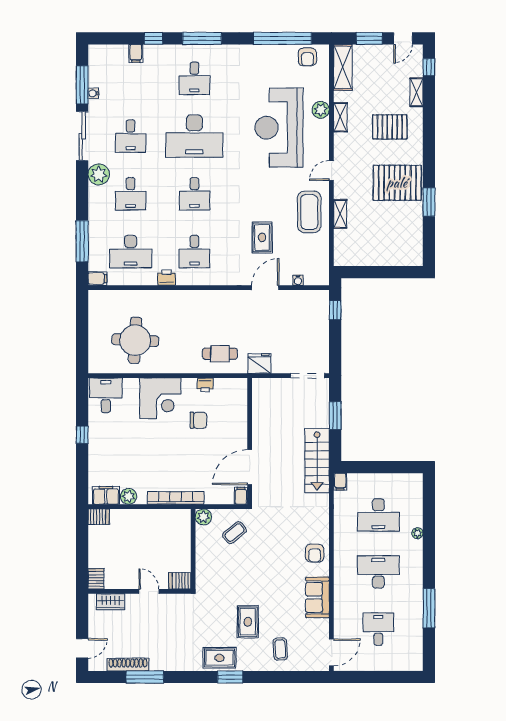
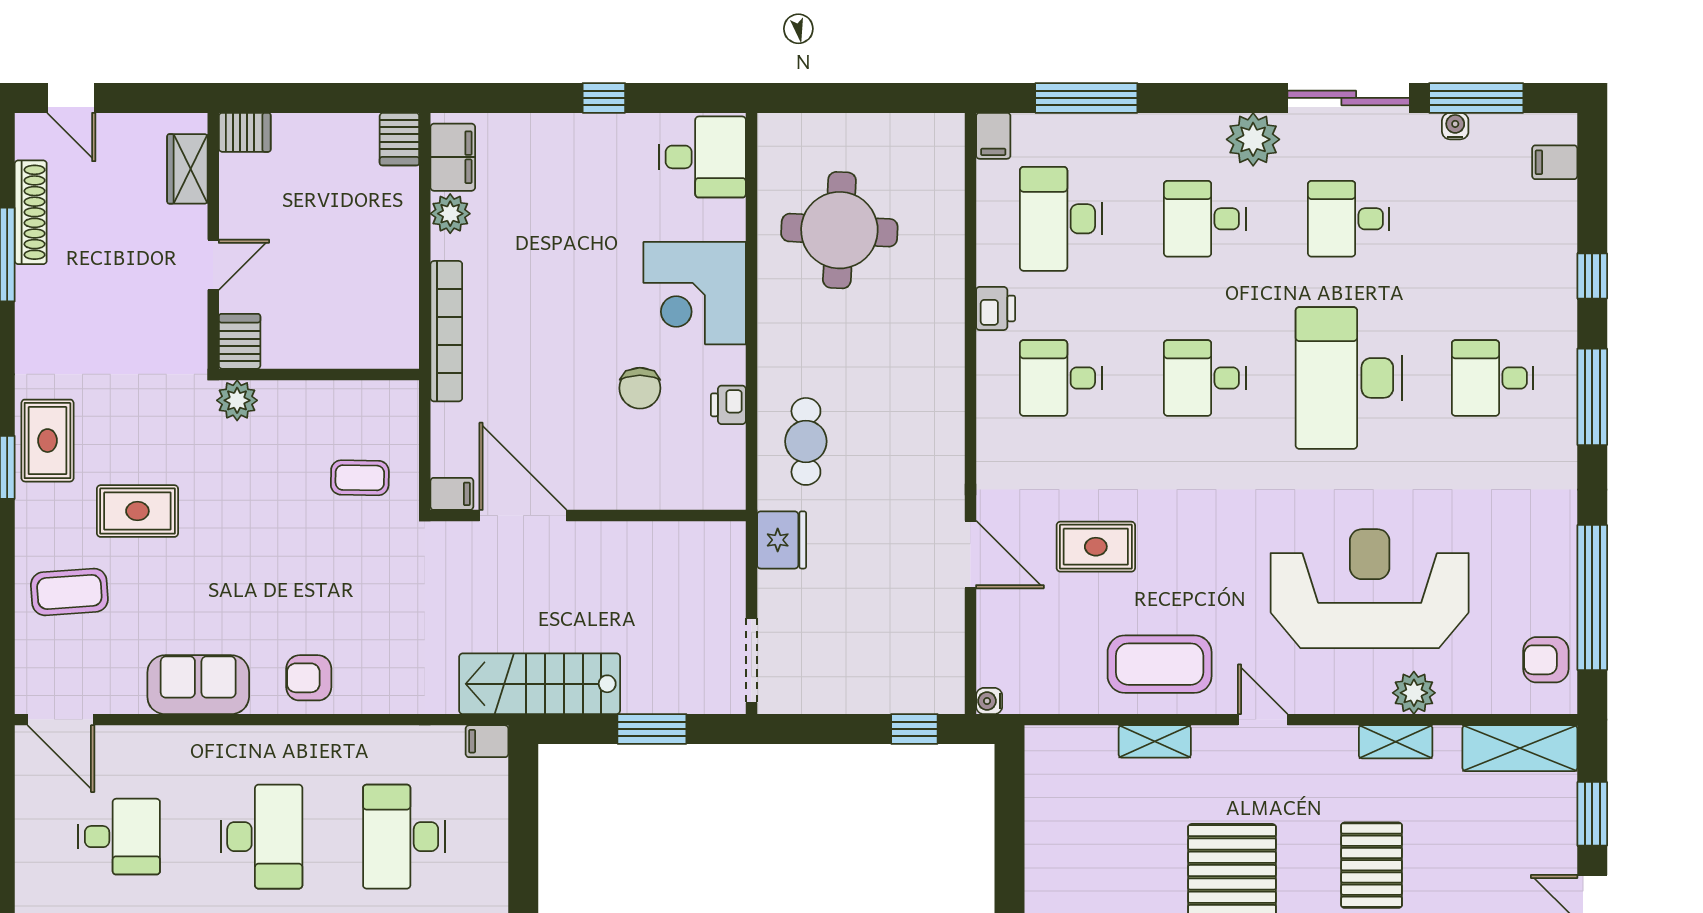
filing cabinet: (136, 53) -> (1555, 162), moved
water cooler: (298, 280) -> (989, 701), moved
plant: (203, 517) -> (237, 400), moved
coffee table: (234, 533) -> (360, 478), turned -50
coffee table: (280, 649) -> (69, 592), width x1.36, depth x1.30

